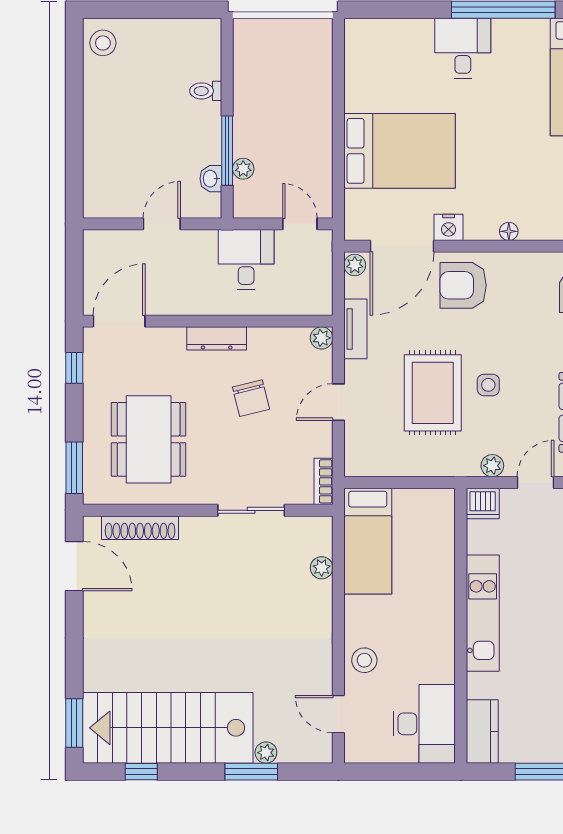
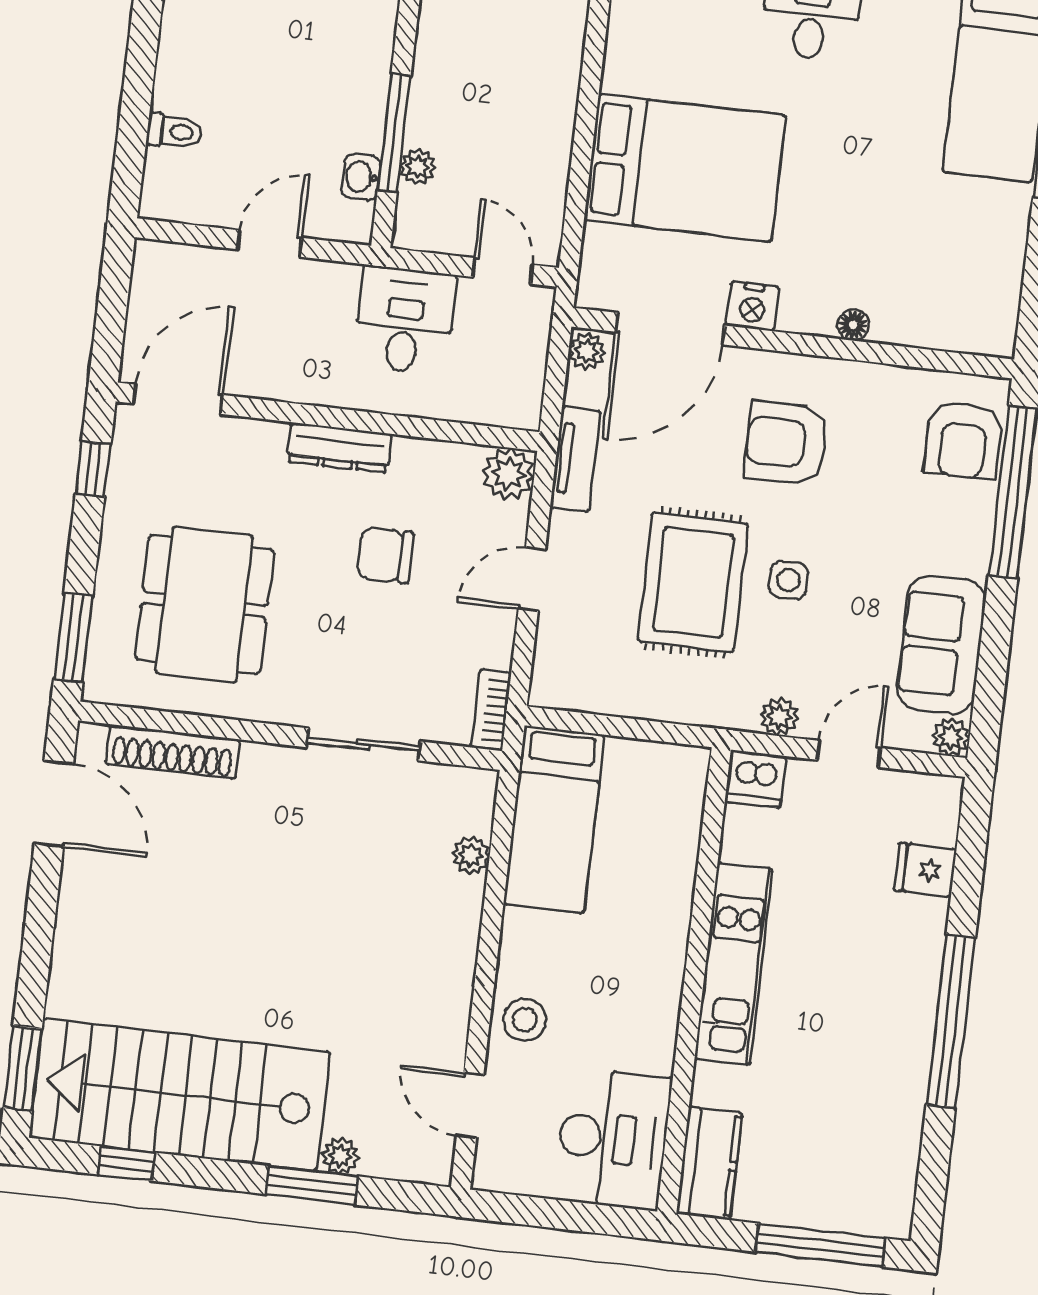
toilet: (206, 91) -> (174, 131), moved, turned 180
armchair: (463, 285) -> (787, 443), moved
plant: (322, 338) -> (508, 474), width x1.38, depth x1.38
chair: (251, 398) -> (385, 555), turned 104

